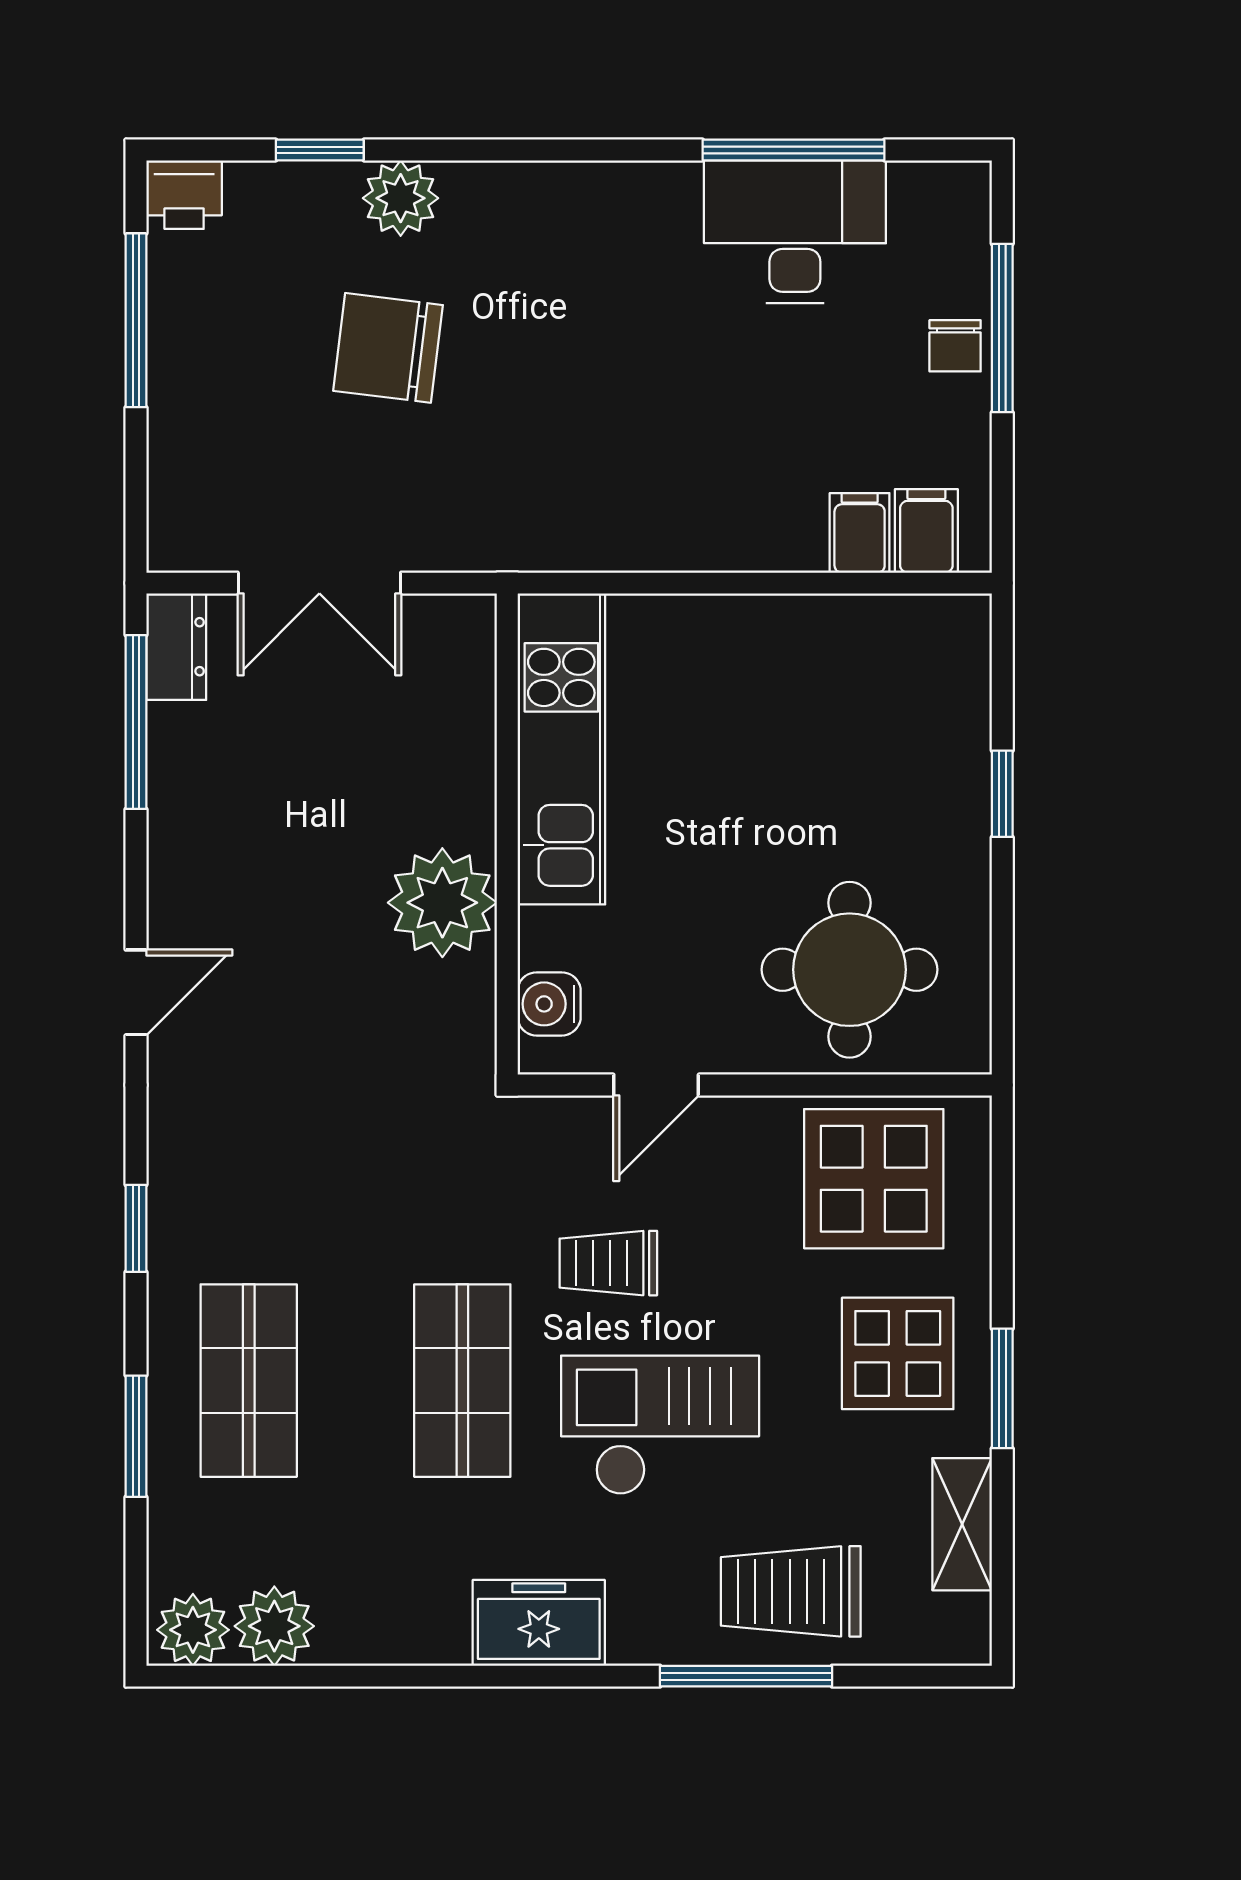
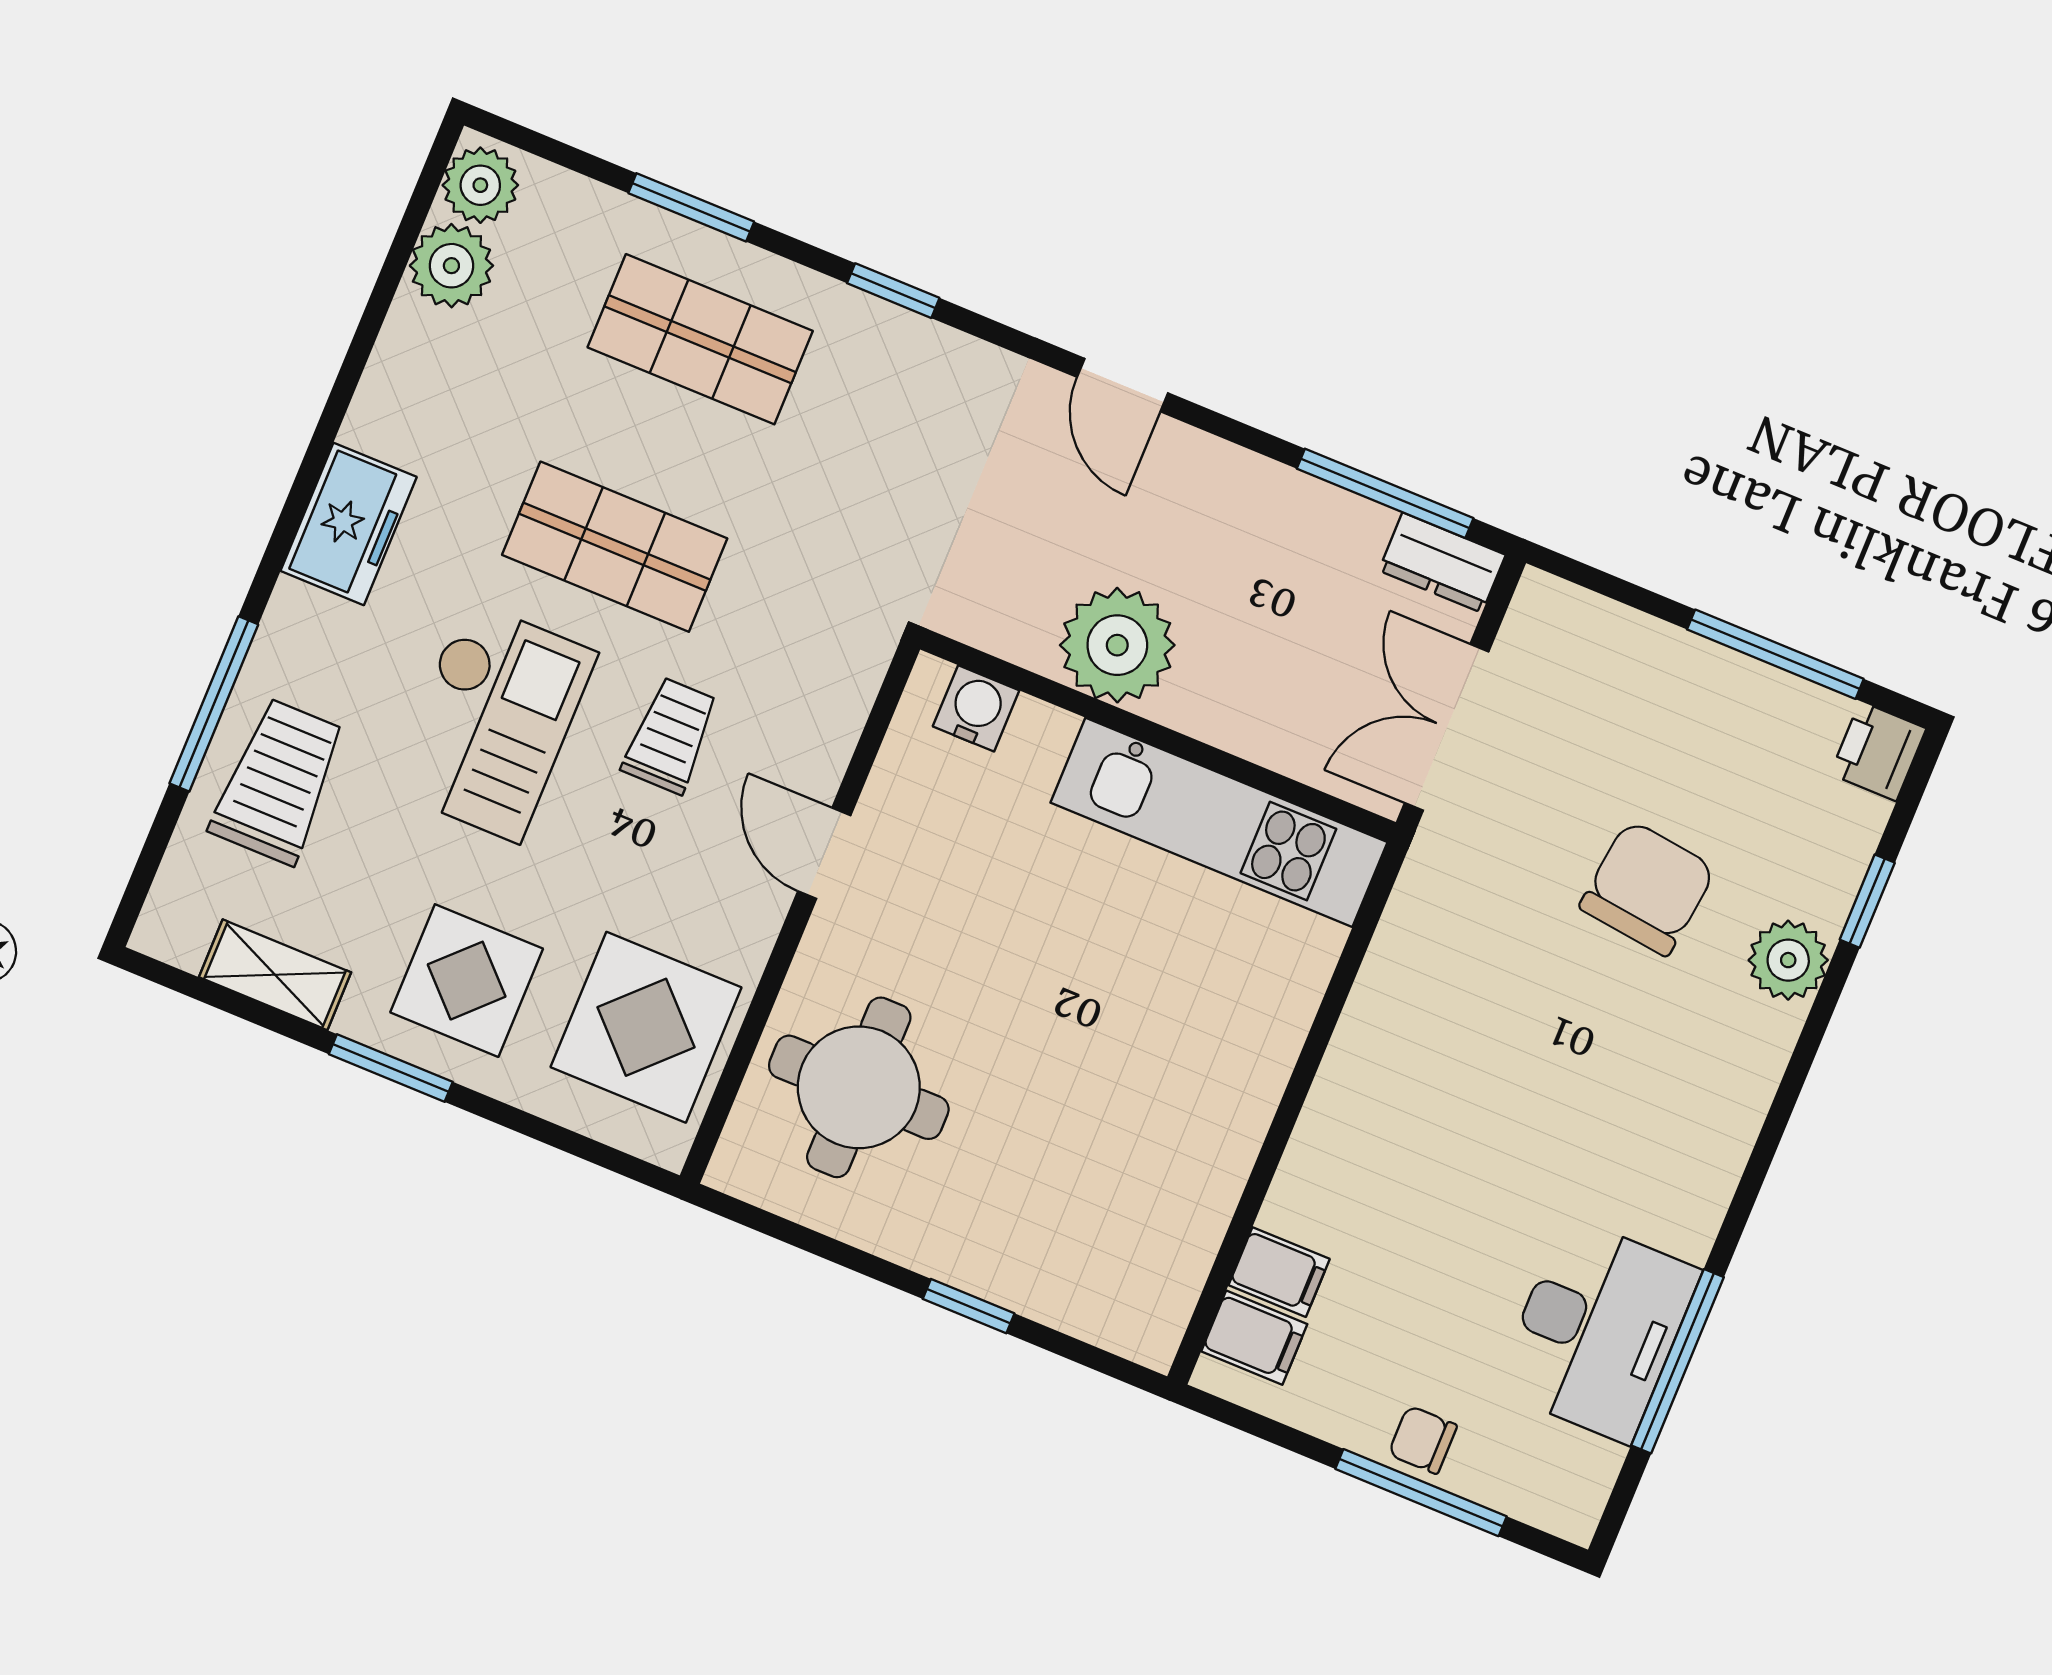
kitchen unit: (561, 749) -> (1219, 822), moved
wall: (507, 834) -> (1158, 736), moved
plant: (442, 903) -> (1117, 645), moved
water cooler: (549, 1004) -> (976, 708), moved

